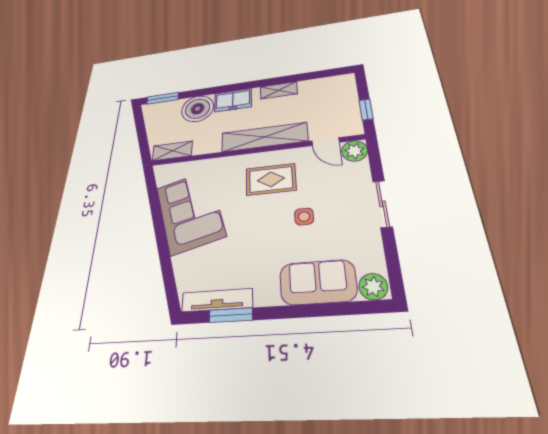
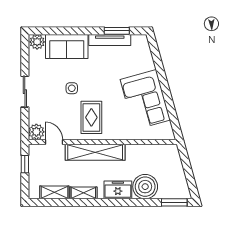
shelving: (172, 151) -> (54, 192), moved
rug: (271, 179) -> (91, 117), turned 90
tv unit: (217, 300) -> (110, 40), moved

